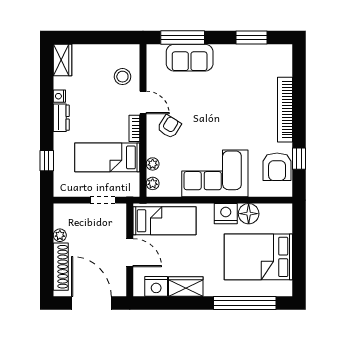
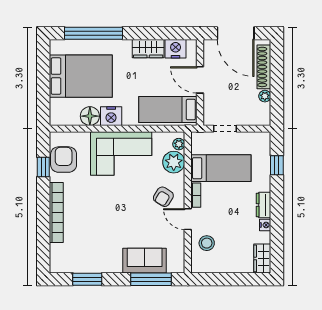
plant: (153, 164) -> (174, 162), width x1.88, depth x1.88

